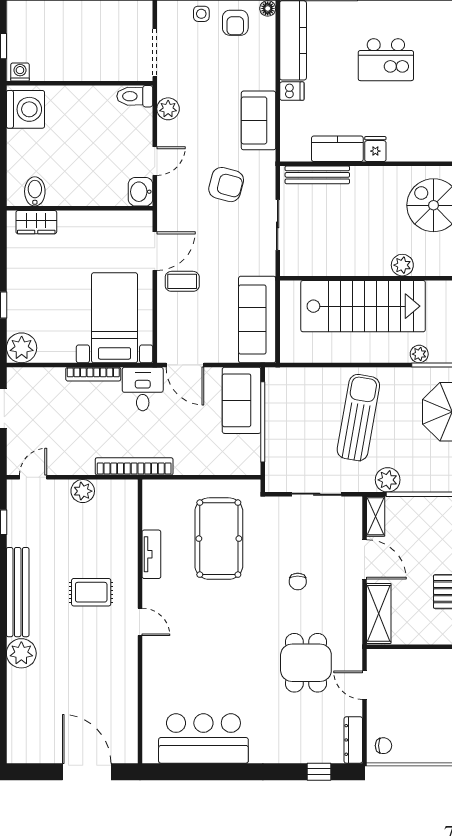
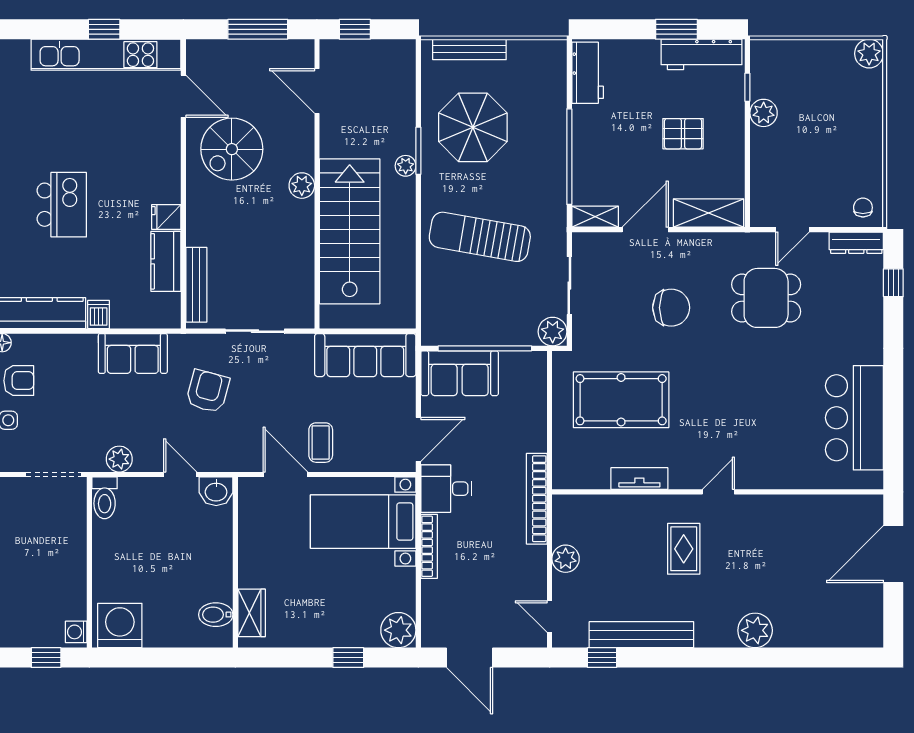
plant: (388, 480) -> (553, 332), moved
chair: (298, 581) -> (671, 308), width x1.87, depth x1.87
bench: (18, 592) -> (641, 635), moved

